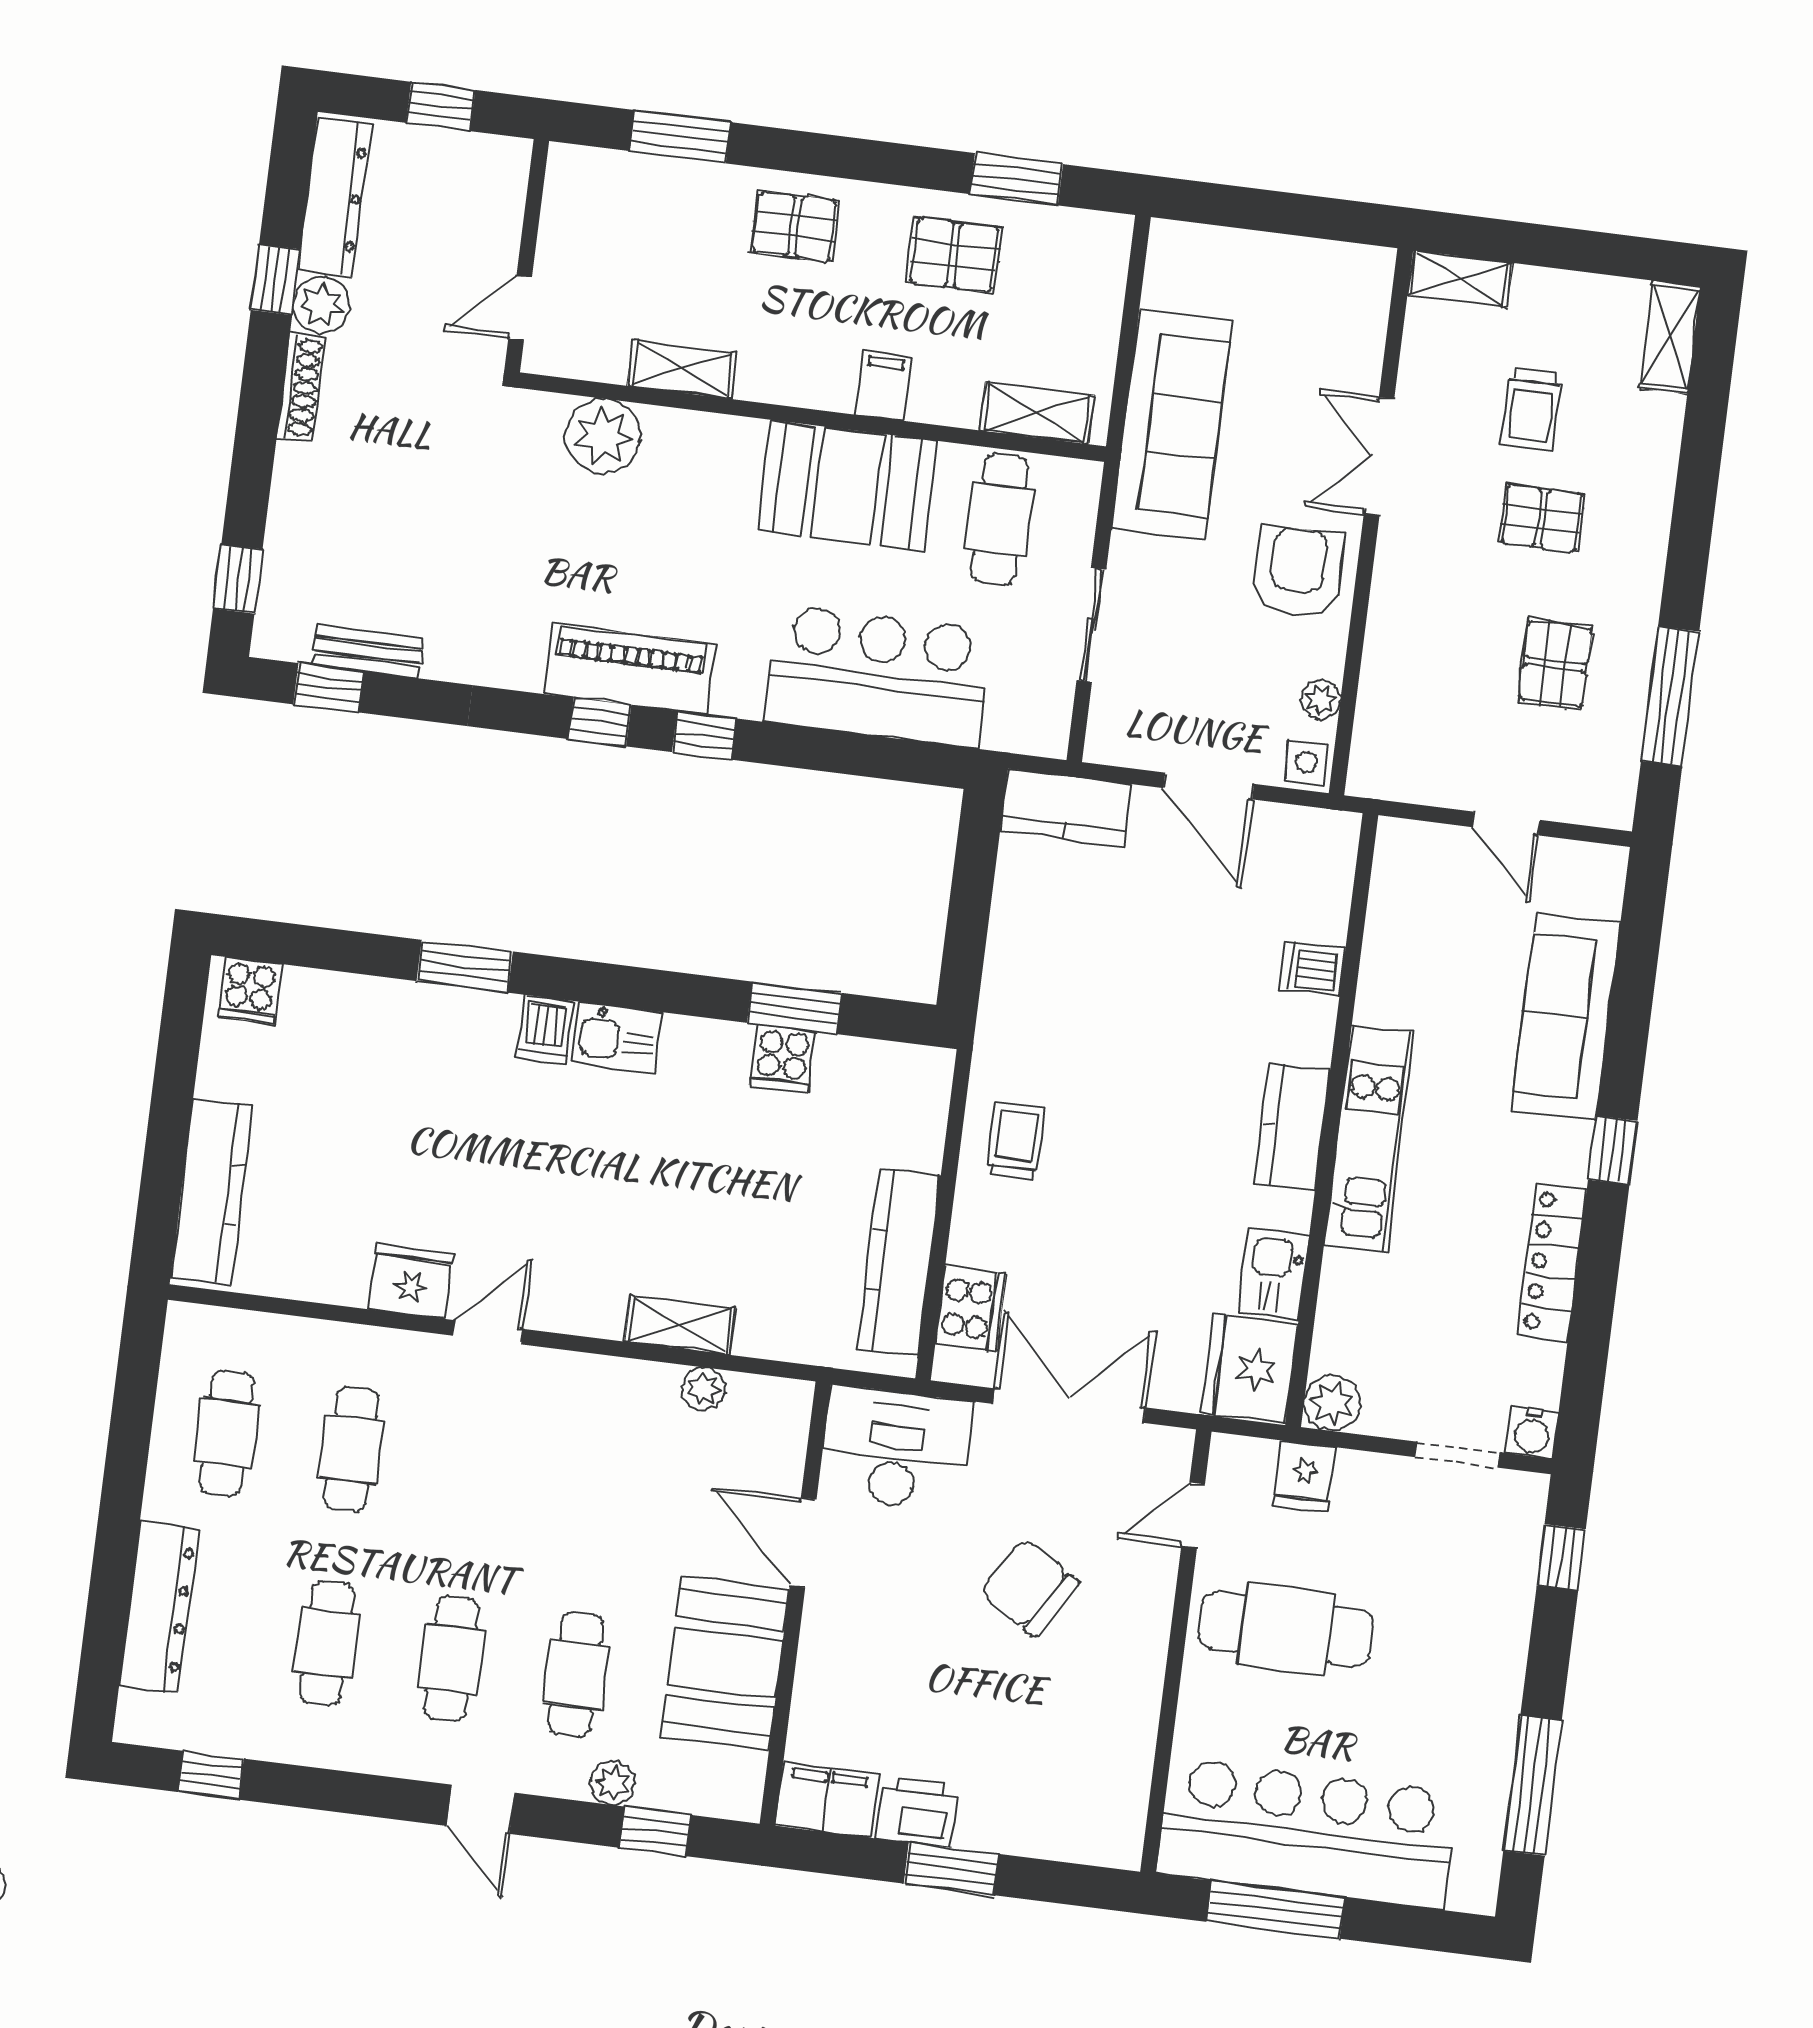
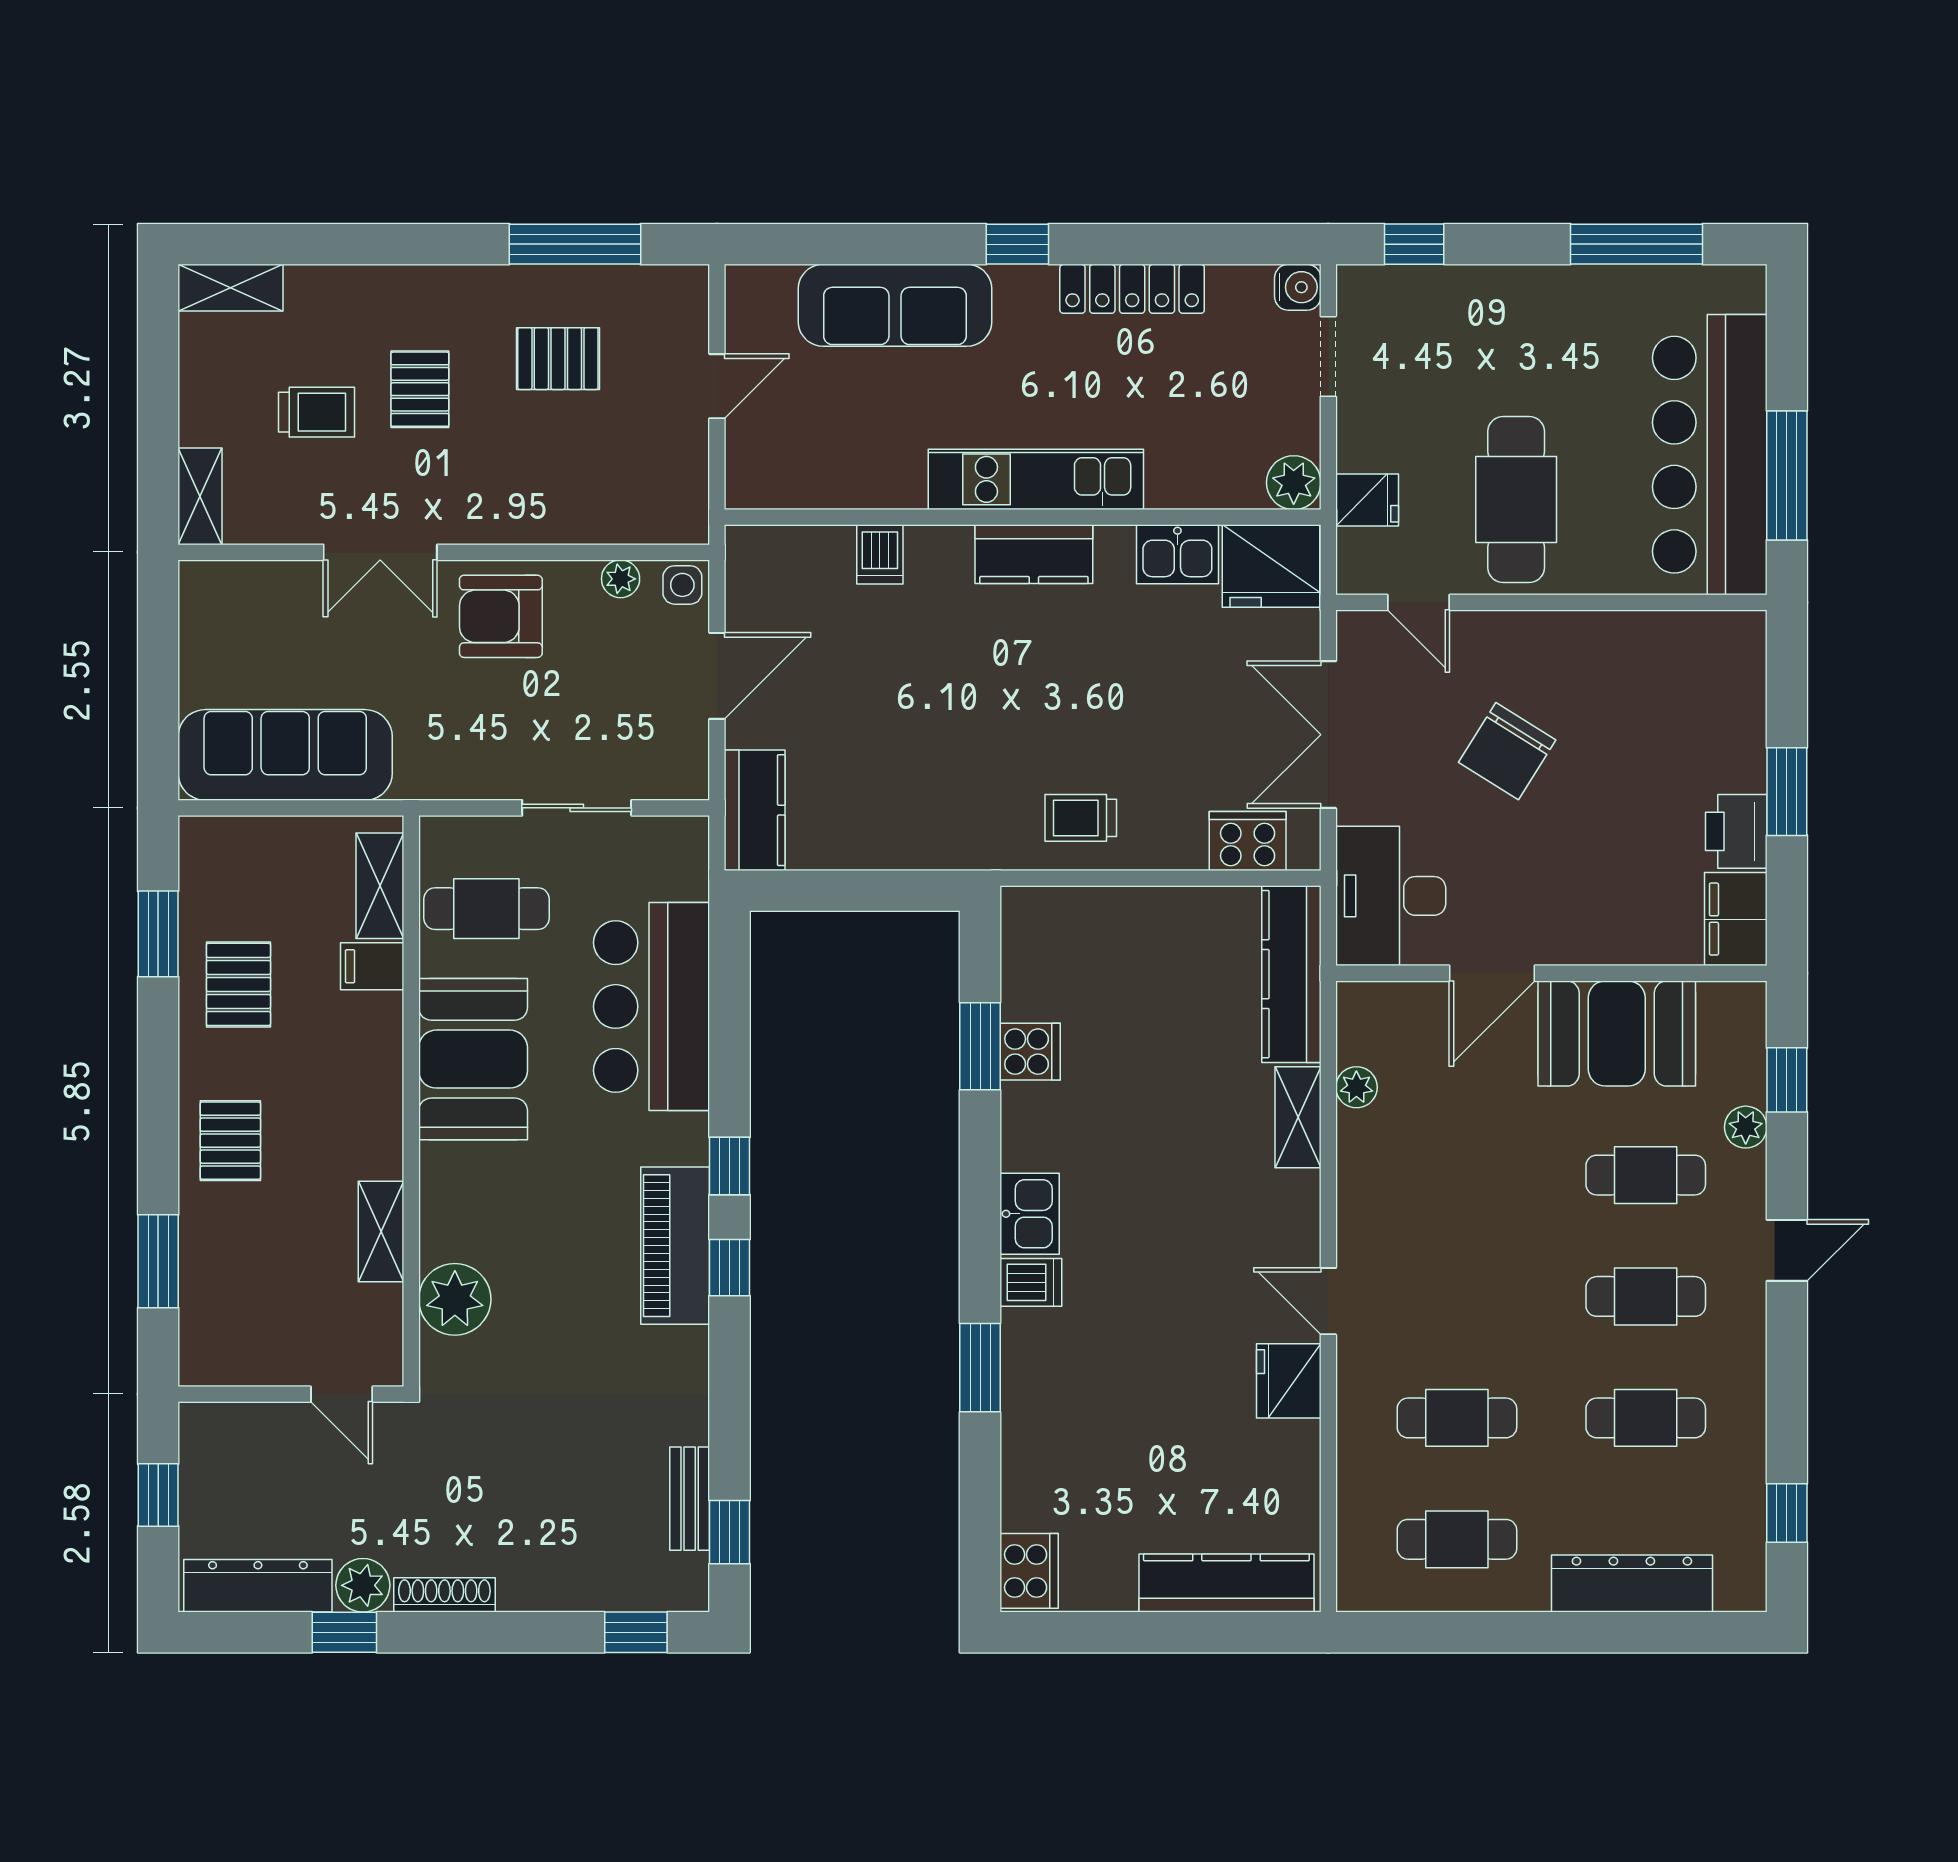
filing cabinet: (884, 385) -> (372, 966), moved
sofa: (1172, 425) -> (285, 755), moved
cooker: (250, 990) -> (1029, 1571), width x1.36
kitchen counter: (899, 1263) -> (1291, 974), moved, turned 90

